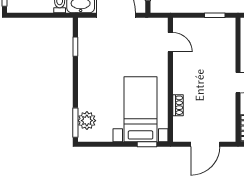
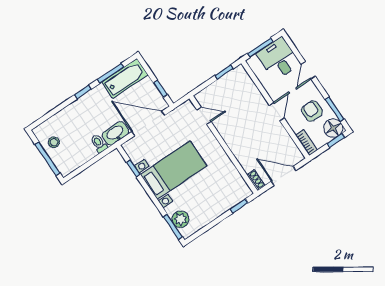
shoe rack: (178, 105) -> (256, 180), moved
bed with nightstands: (140, 109) -> (174, 170), moved, turned 90
door: (205, 144) -> (284, 176), swing flipped

